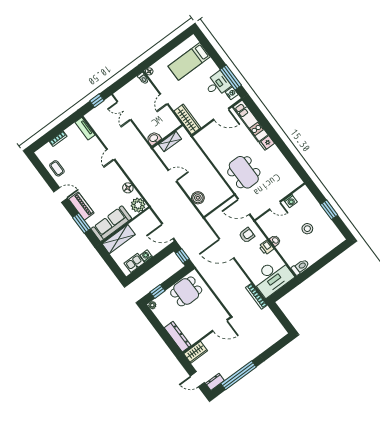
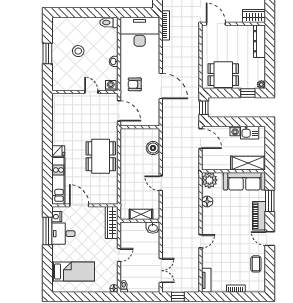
dining table: (244, 172) -> (101, 156), moved
washing machine: (291, 201) -> (111, 86), moved
printer: (266, 247) -> (126, 61), removed

